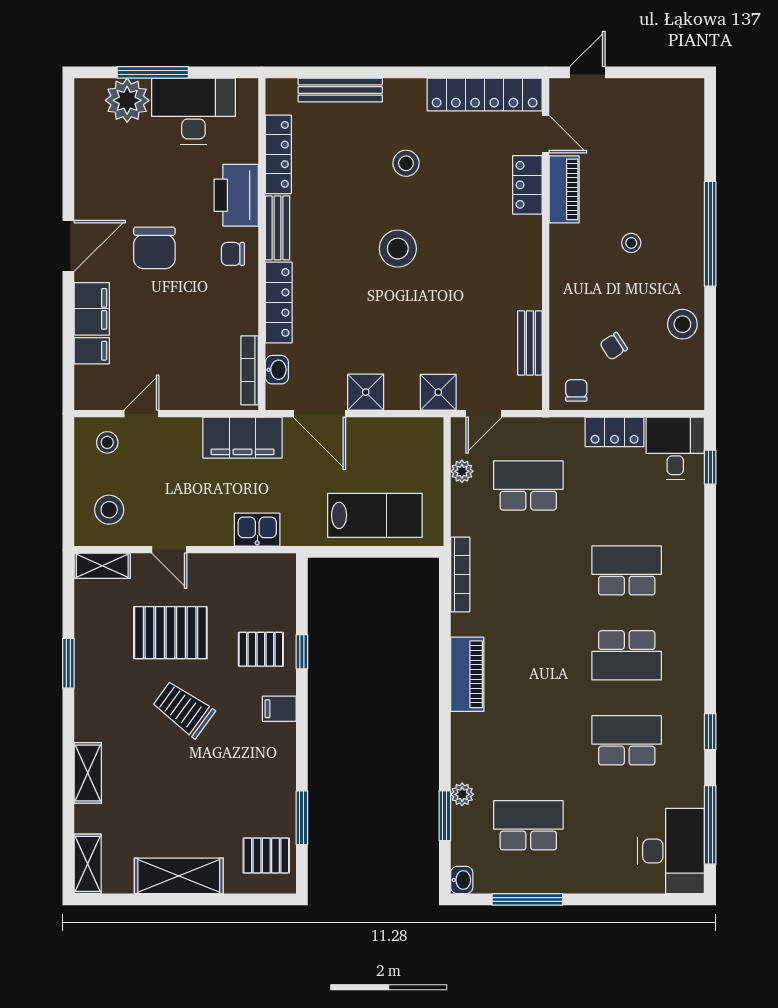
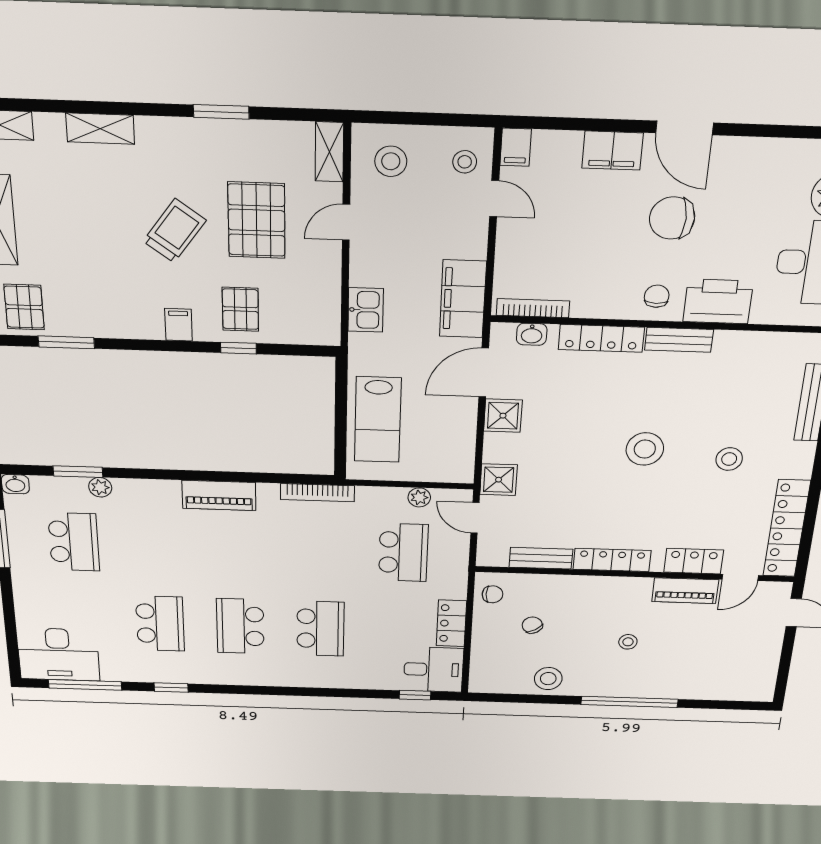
locker: (278, 154) -> (612, 560), moved, turned 180
filing cabinet: (92, 351) -> (516, 147), moved

